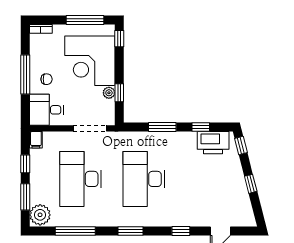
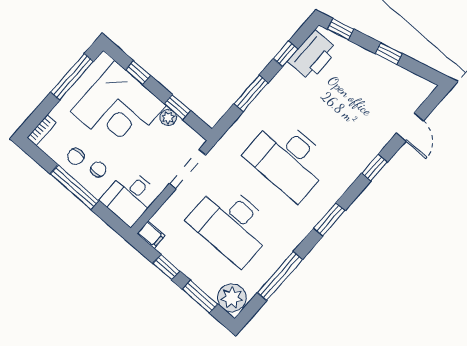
window: (119, 39) -> (138, 73), moved
chair: (43, 60) -> (76, 157), added

